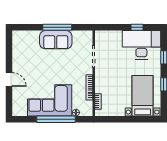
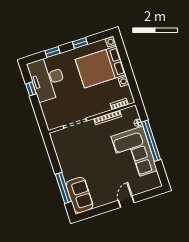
window: (57, 27) -> (63, 188), moved
sofa: (56, 40) -> (79, 195), moved
bed with nightstands: (143, 96) -> (101, 67), width x1.36

